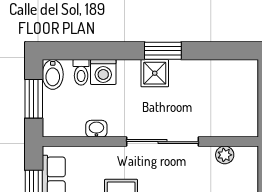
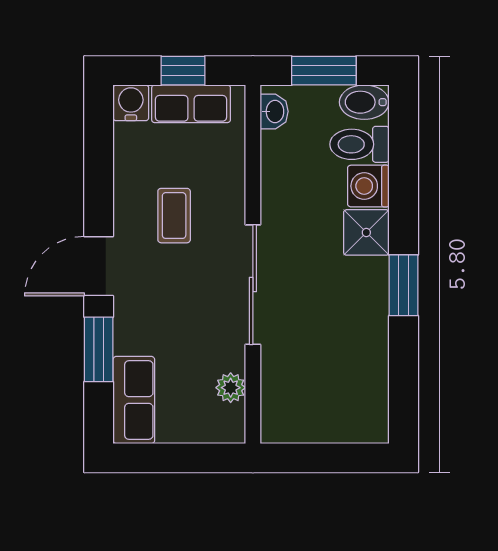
toilet: (81, 72) -> (359, 144), width x1.37, depth x1.39
shower: (155, 73) -> (366, 232), moved
washbasin: (96, 129) -> (274, 111), moved

